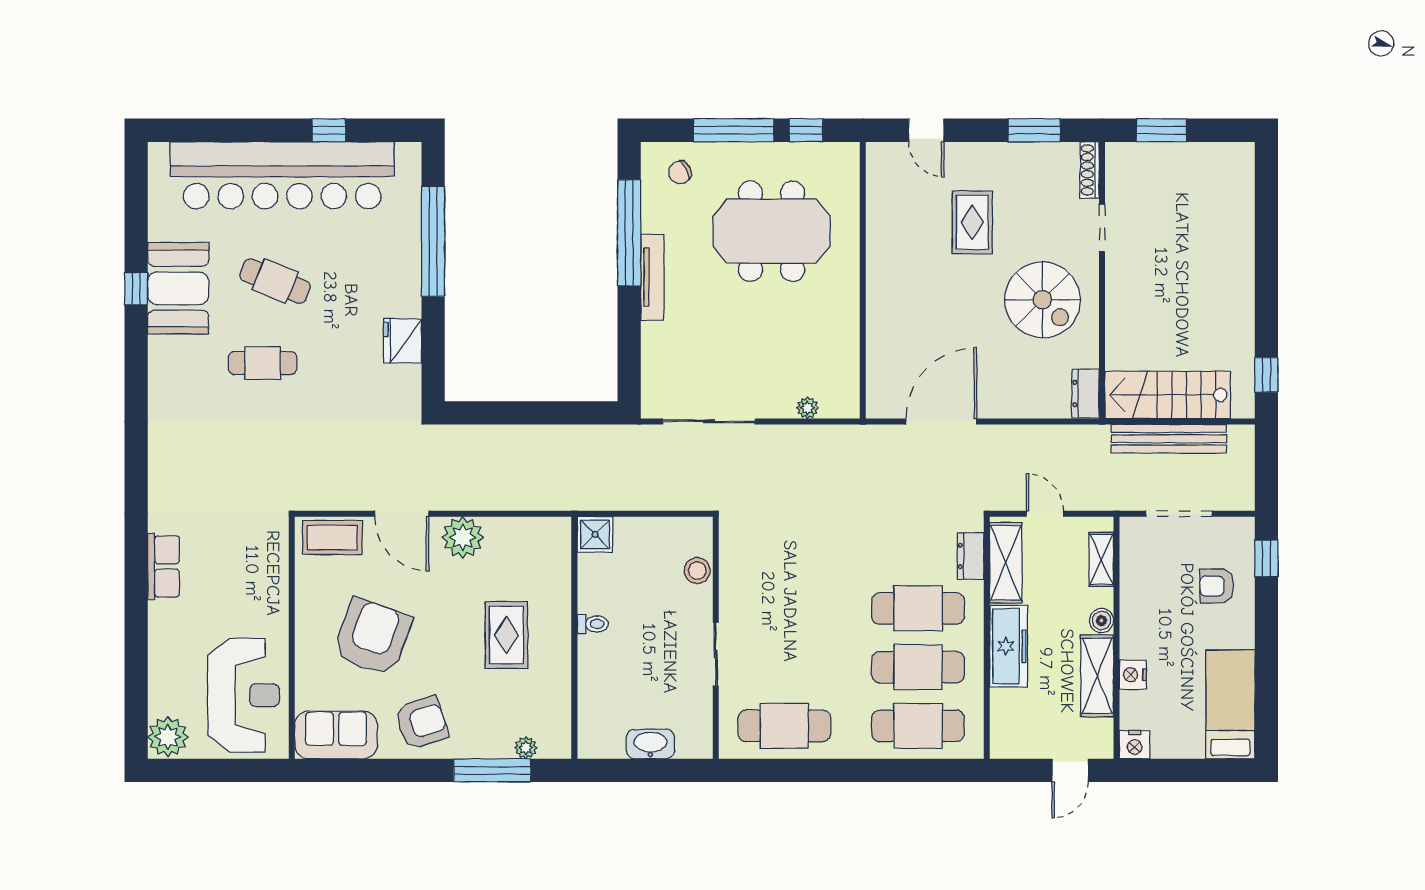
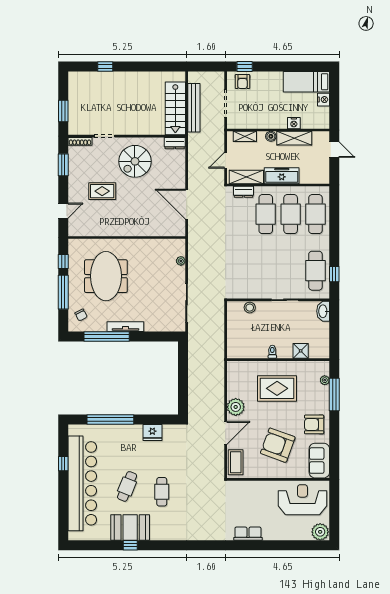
spiral stairs: (1042, 300) -> (135, 161), turned 180
window: (1266, 375) -> (105, 66), moved
shower: (595, 534) -> (301, 351), moved
armchair: (1217, 586) -> (242, 82), moved
rug: (506, 635) -> (277, 388), width x1.36, depth x1.43
armchair: (421, 723) -> (314, 424), turned -72
washbasin: (650, 744) -> (323, 311), moved
nightstand: (1135, 745) -> (324, 100), moved
window: (776, 770) -> (334, 274), added

